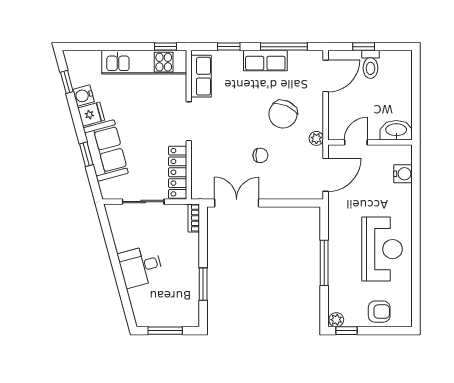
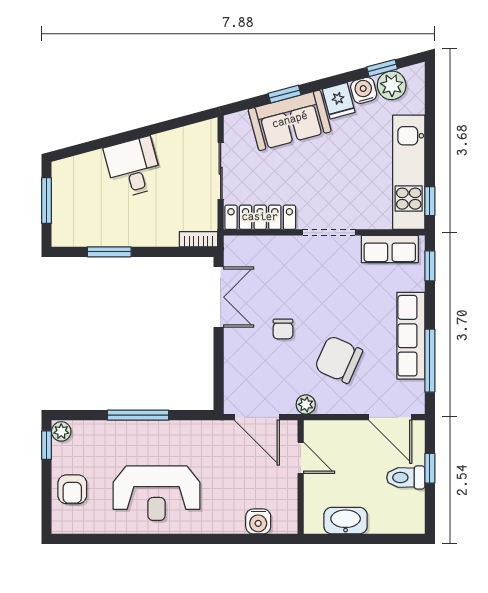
window: (229, 47) -> (430, 266), moved
row of seats: (265, 61) -> (411, 336), width x1.48
plant: (80, 75) -> (392, 85), added
washbasin: (396, 130) -> (346, 521), moved, turned -90

